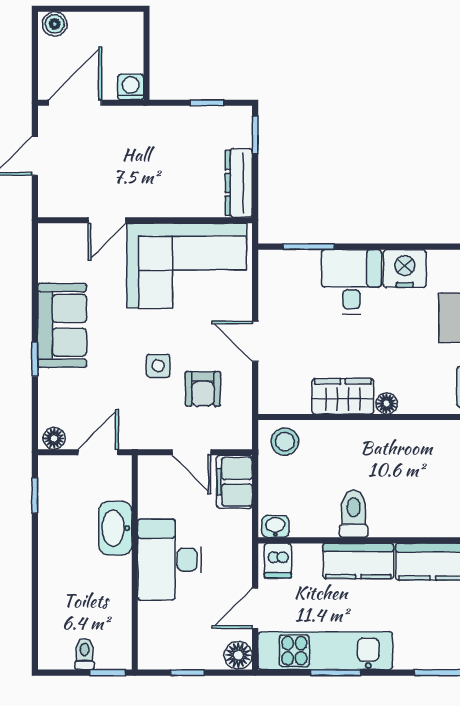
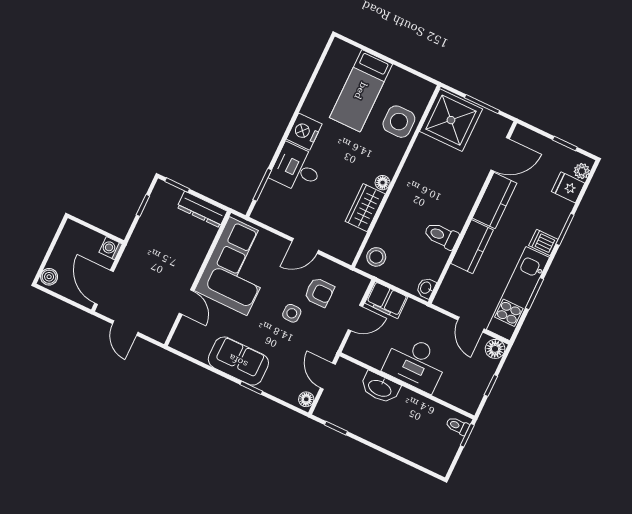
dishwasher: (278, 561) -> (543, 243), moved, turned 180
toilet: (84, 654) -> (458, 426), moved

